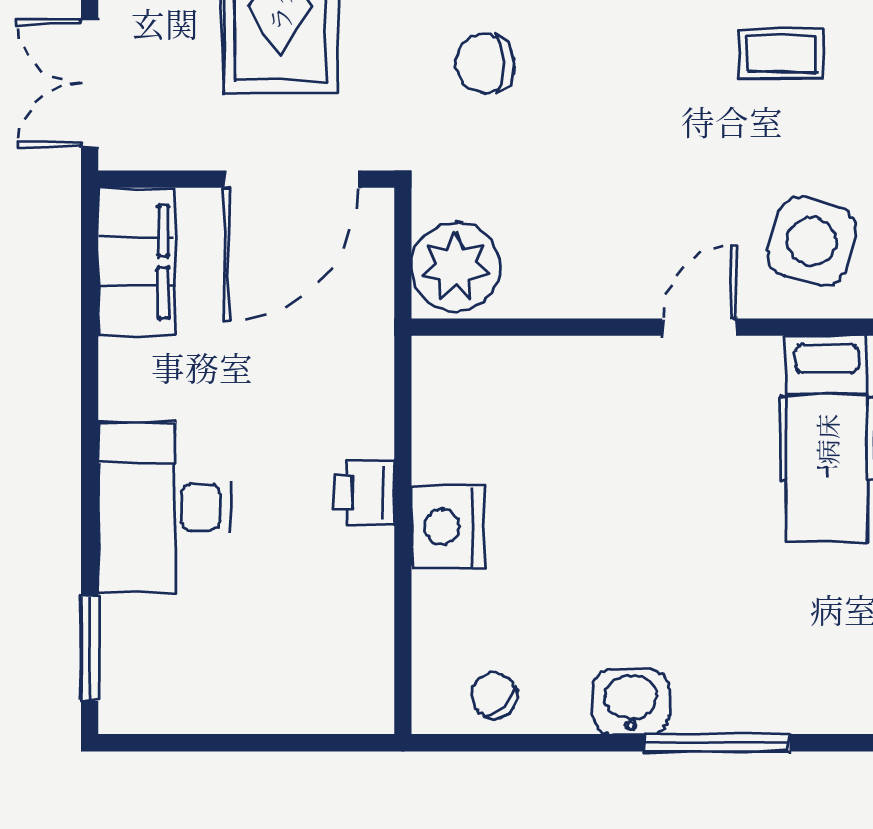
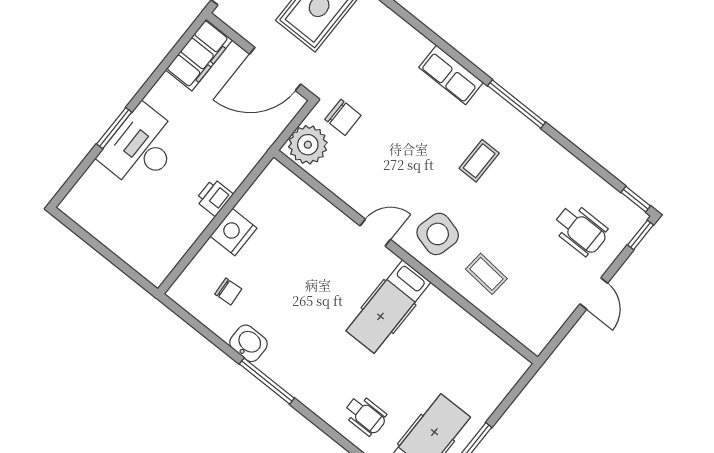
coffee table: (781, 53) -> (479, 161), turned 90
chair: (485, 63) -> (343, 117), moved, turned 180
window: (90, 648) -> (114, 128), moved
chair: (494, 695) -> (228, 292), moved, turned 128

